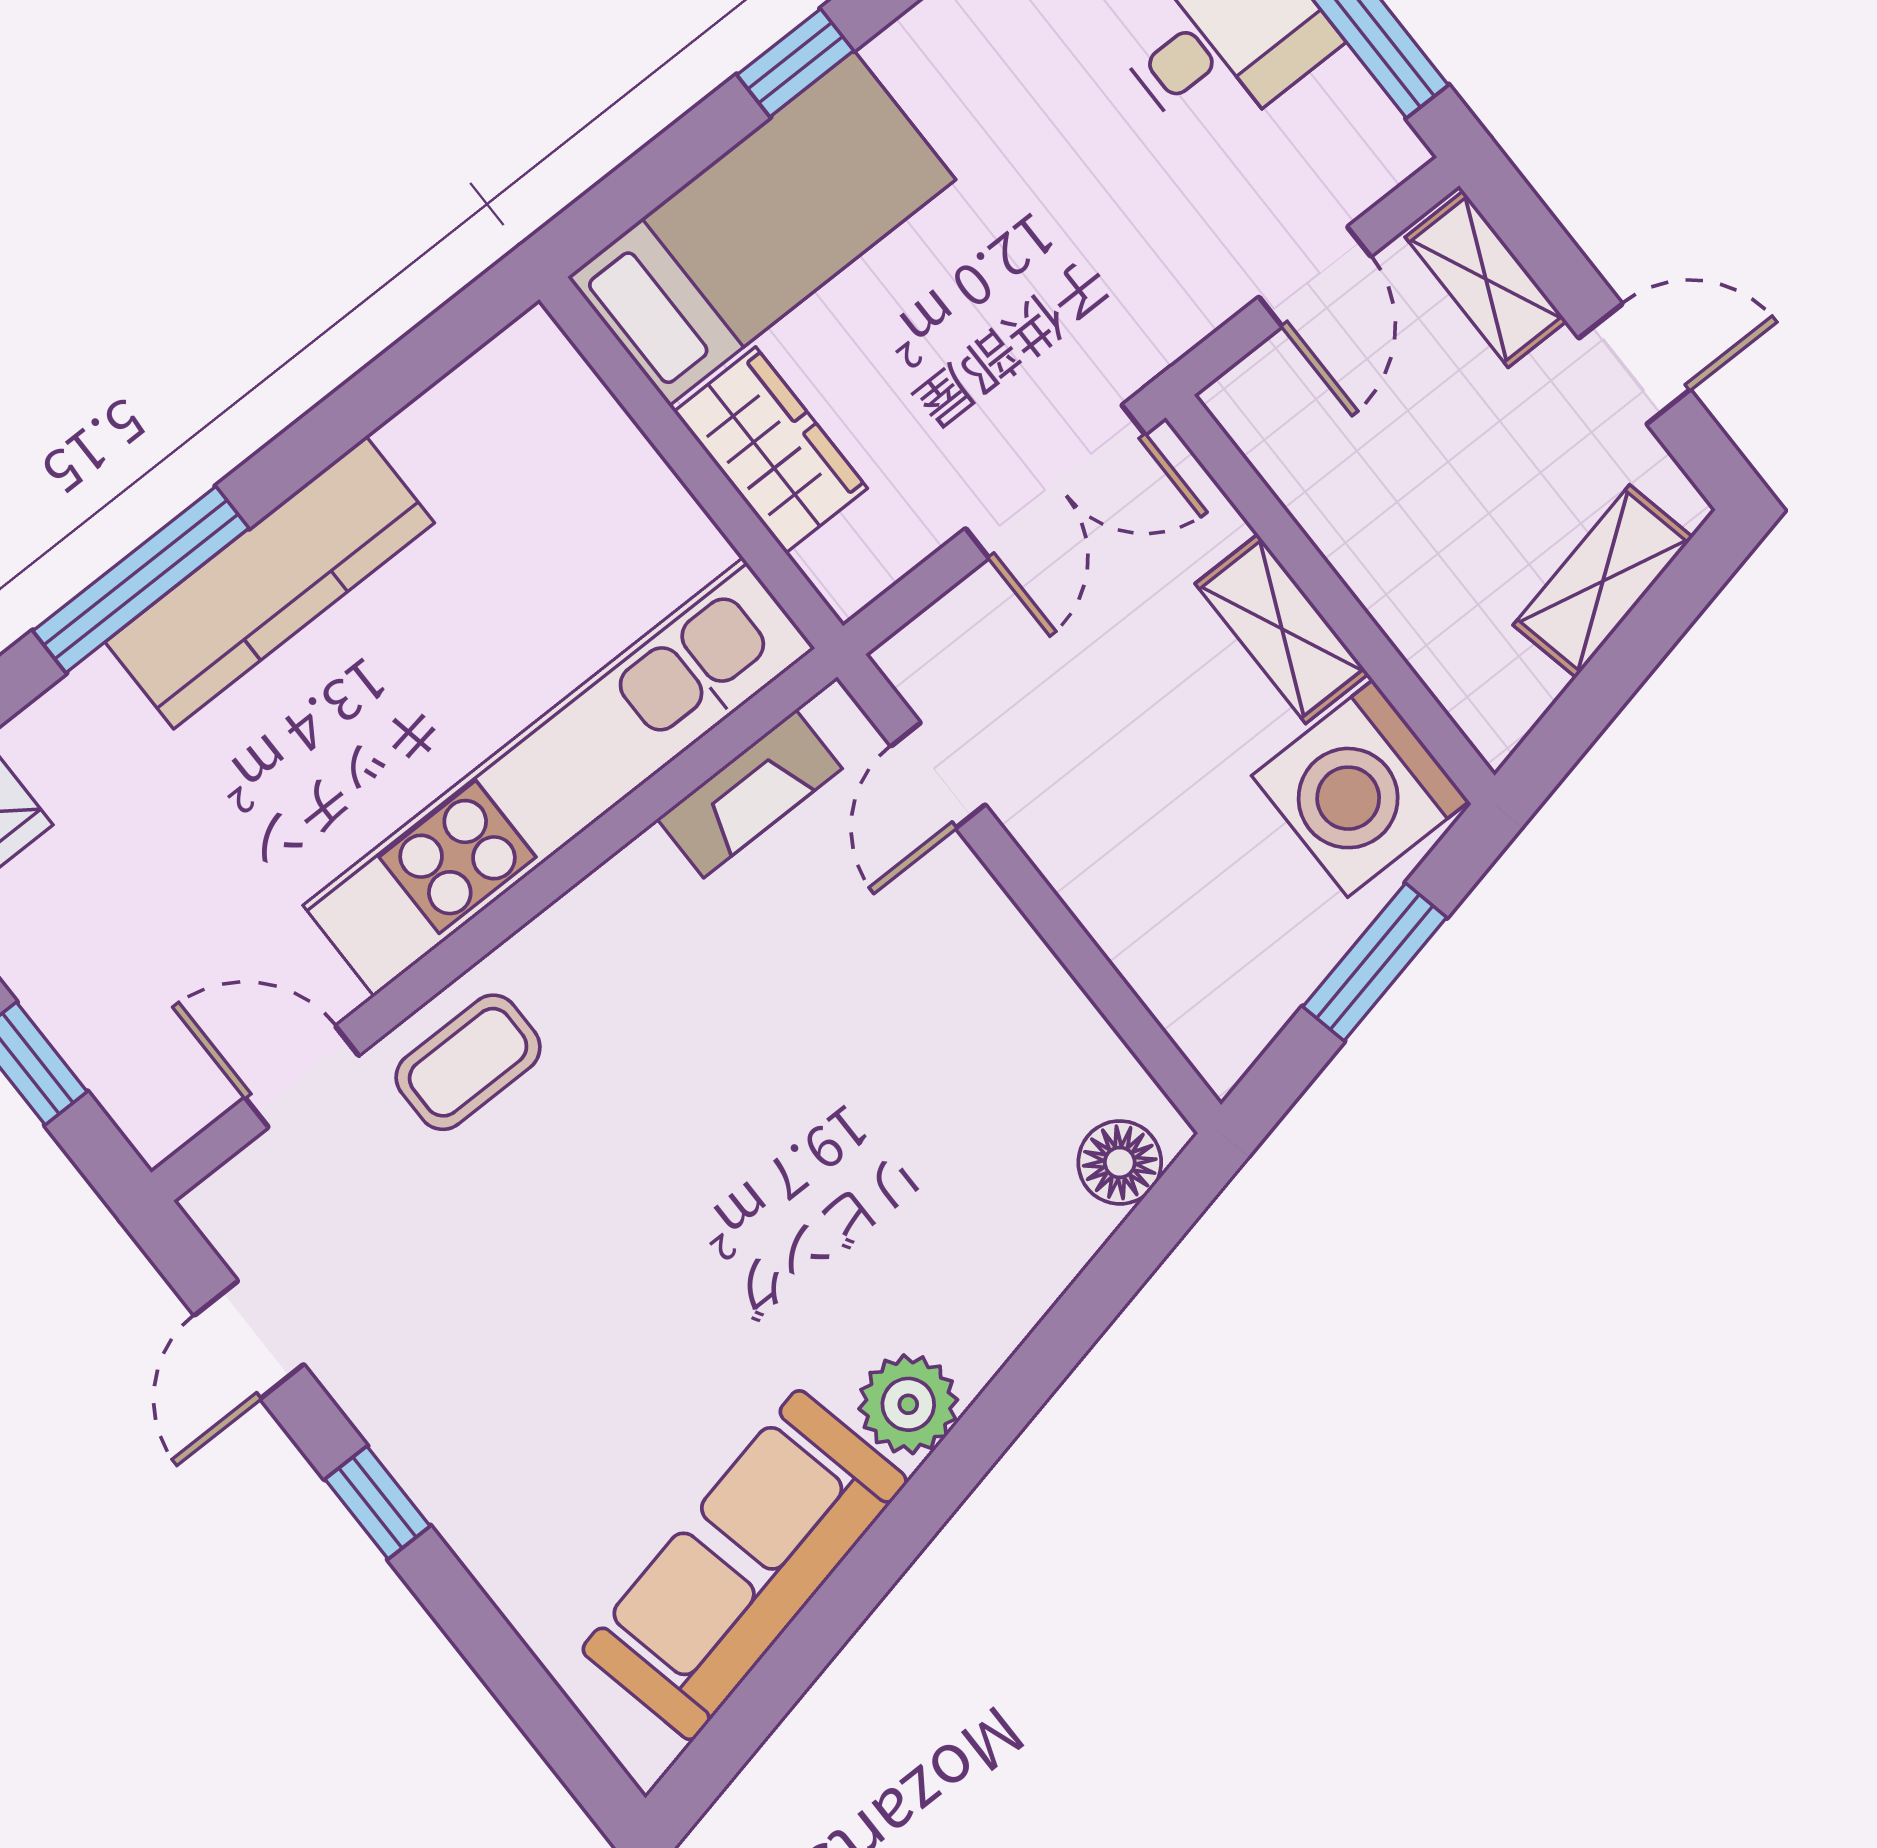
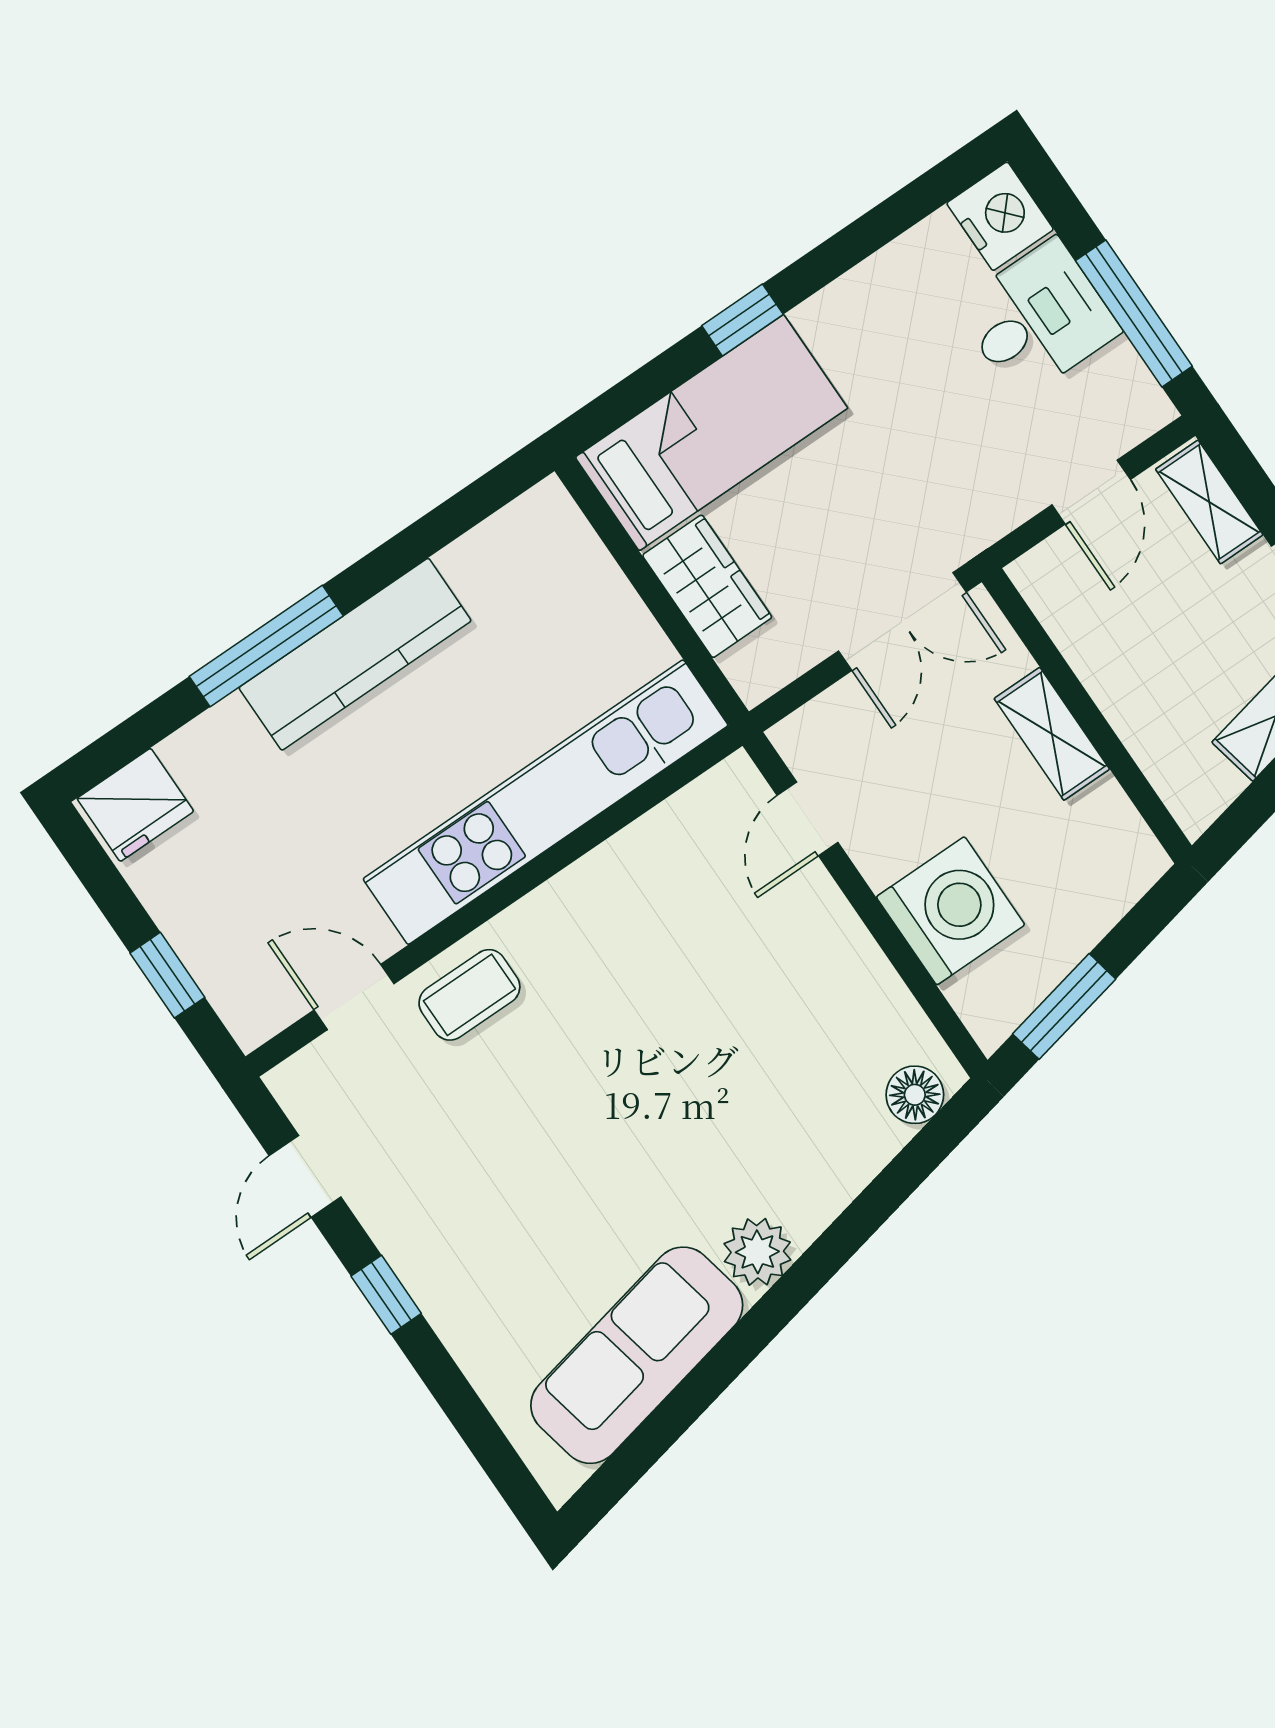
washing machine: (1360, 788) -> (951, 911), moved, turned 180
fireplace: (750, 794) -> (677, 823), removed
window: (1375, 962) -> (1064, 1006), moved

